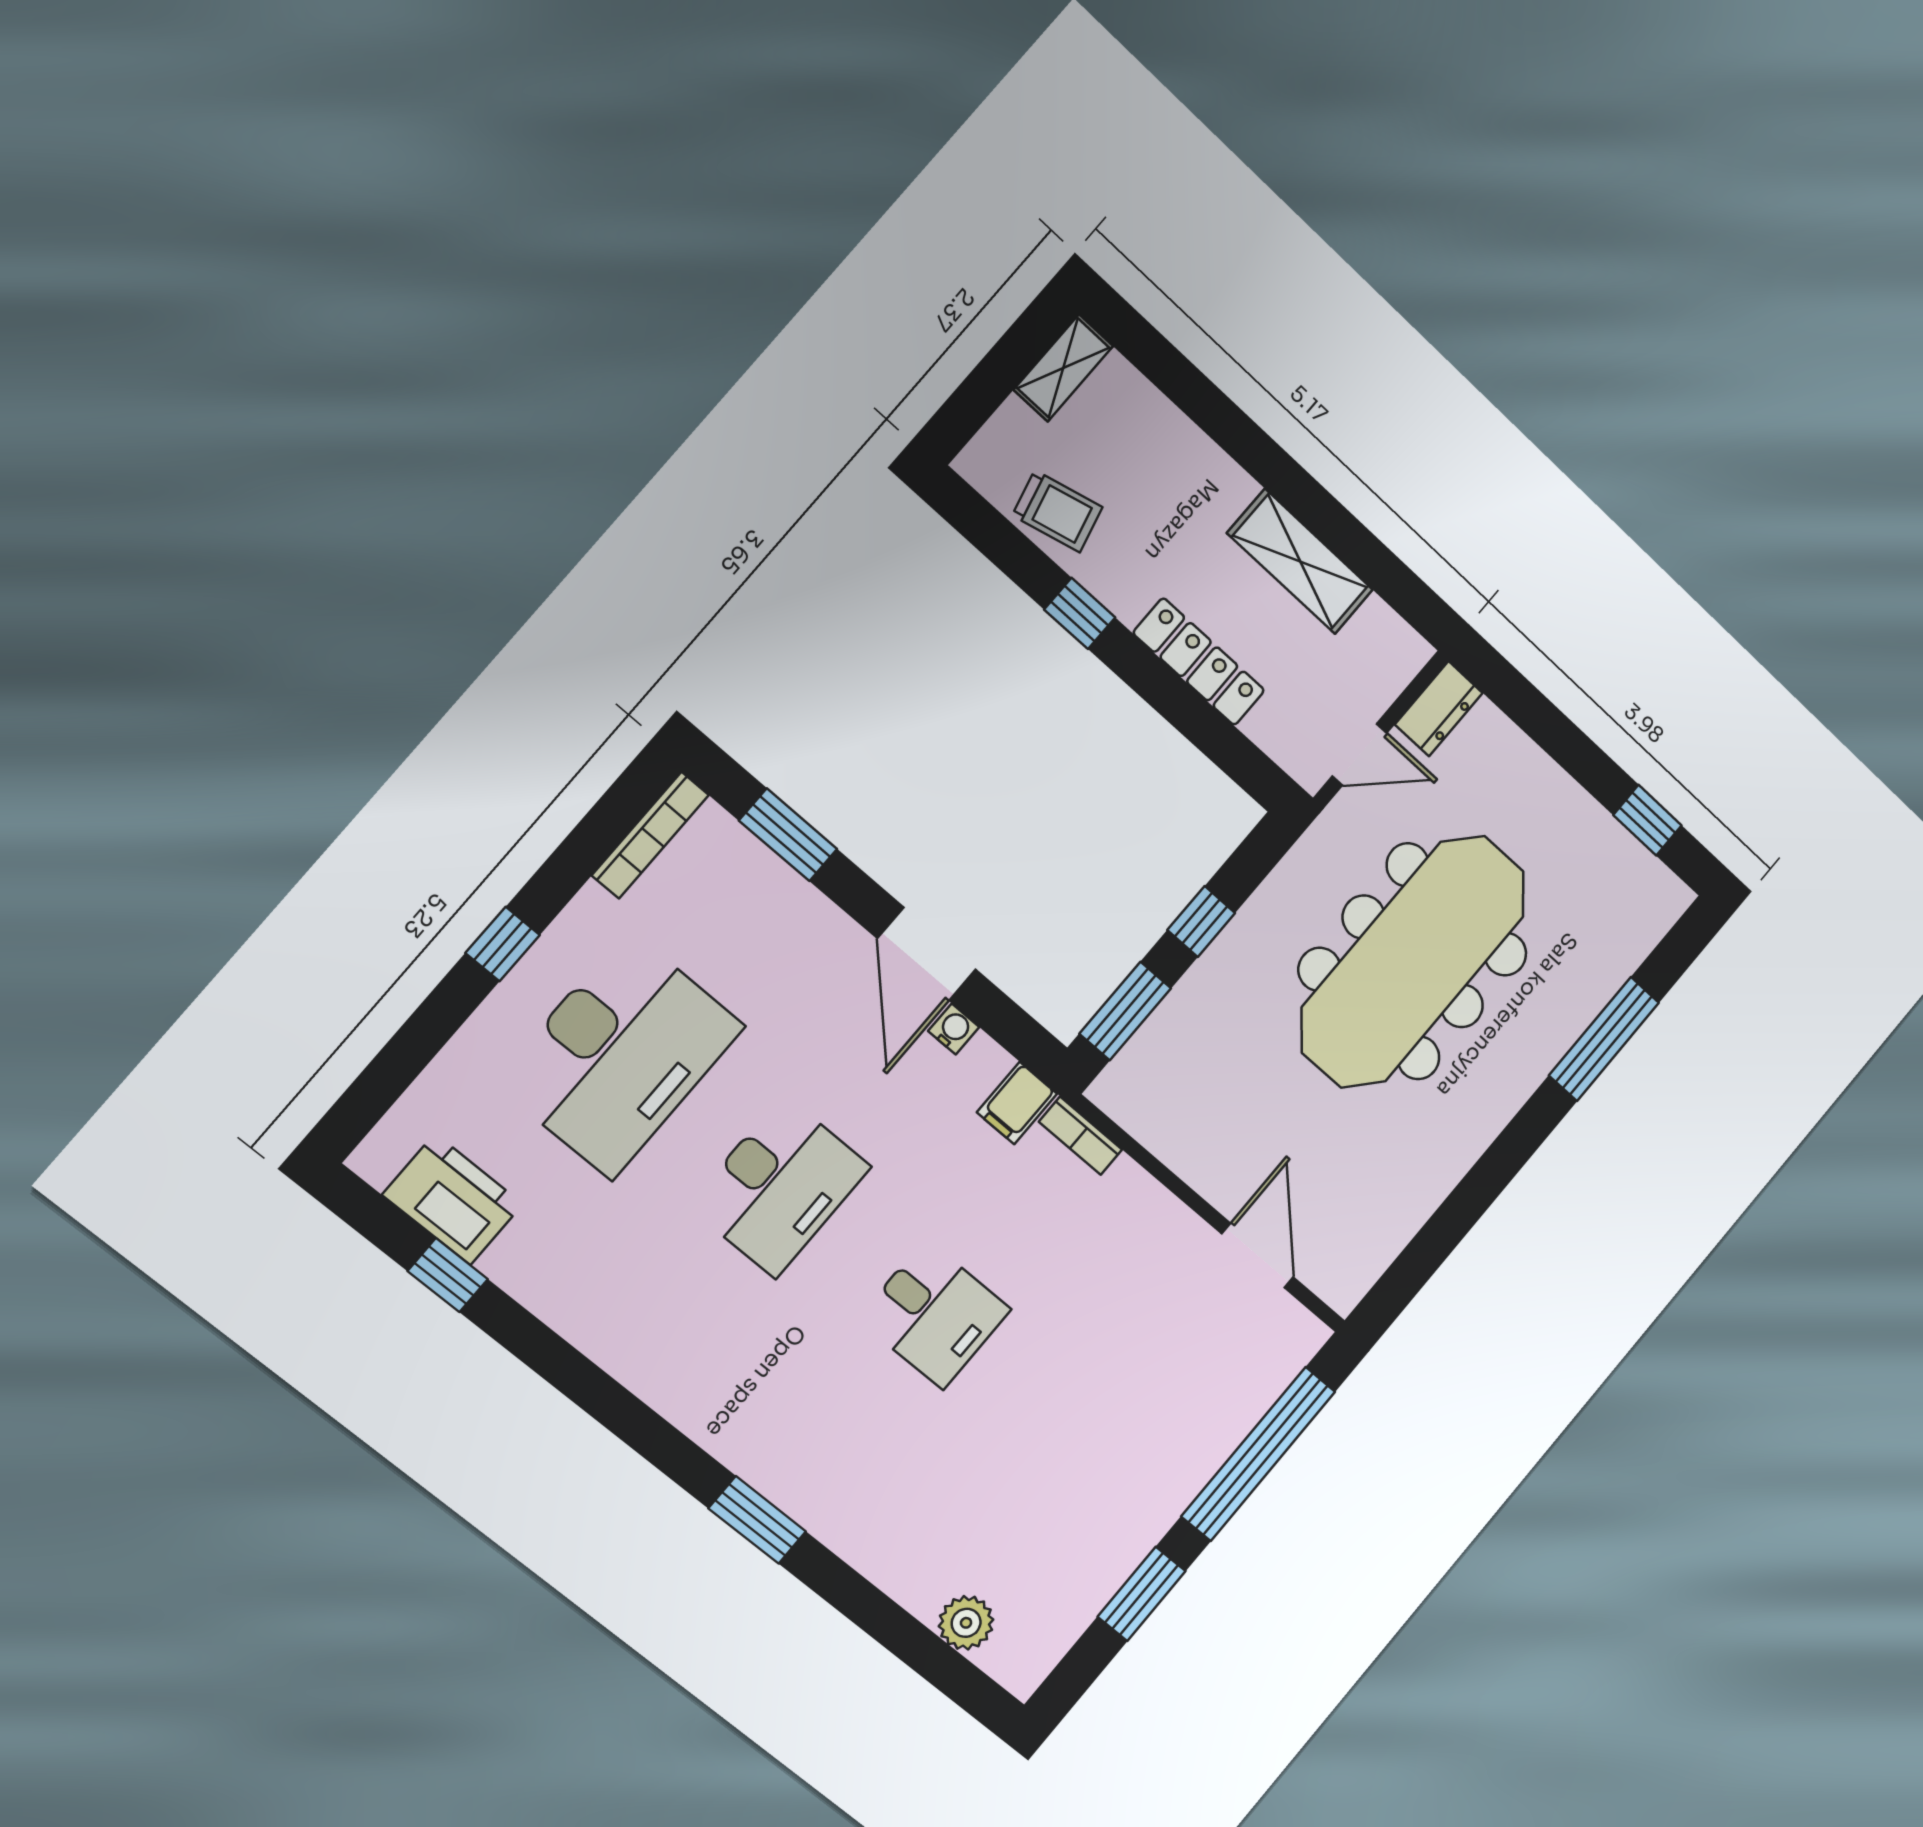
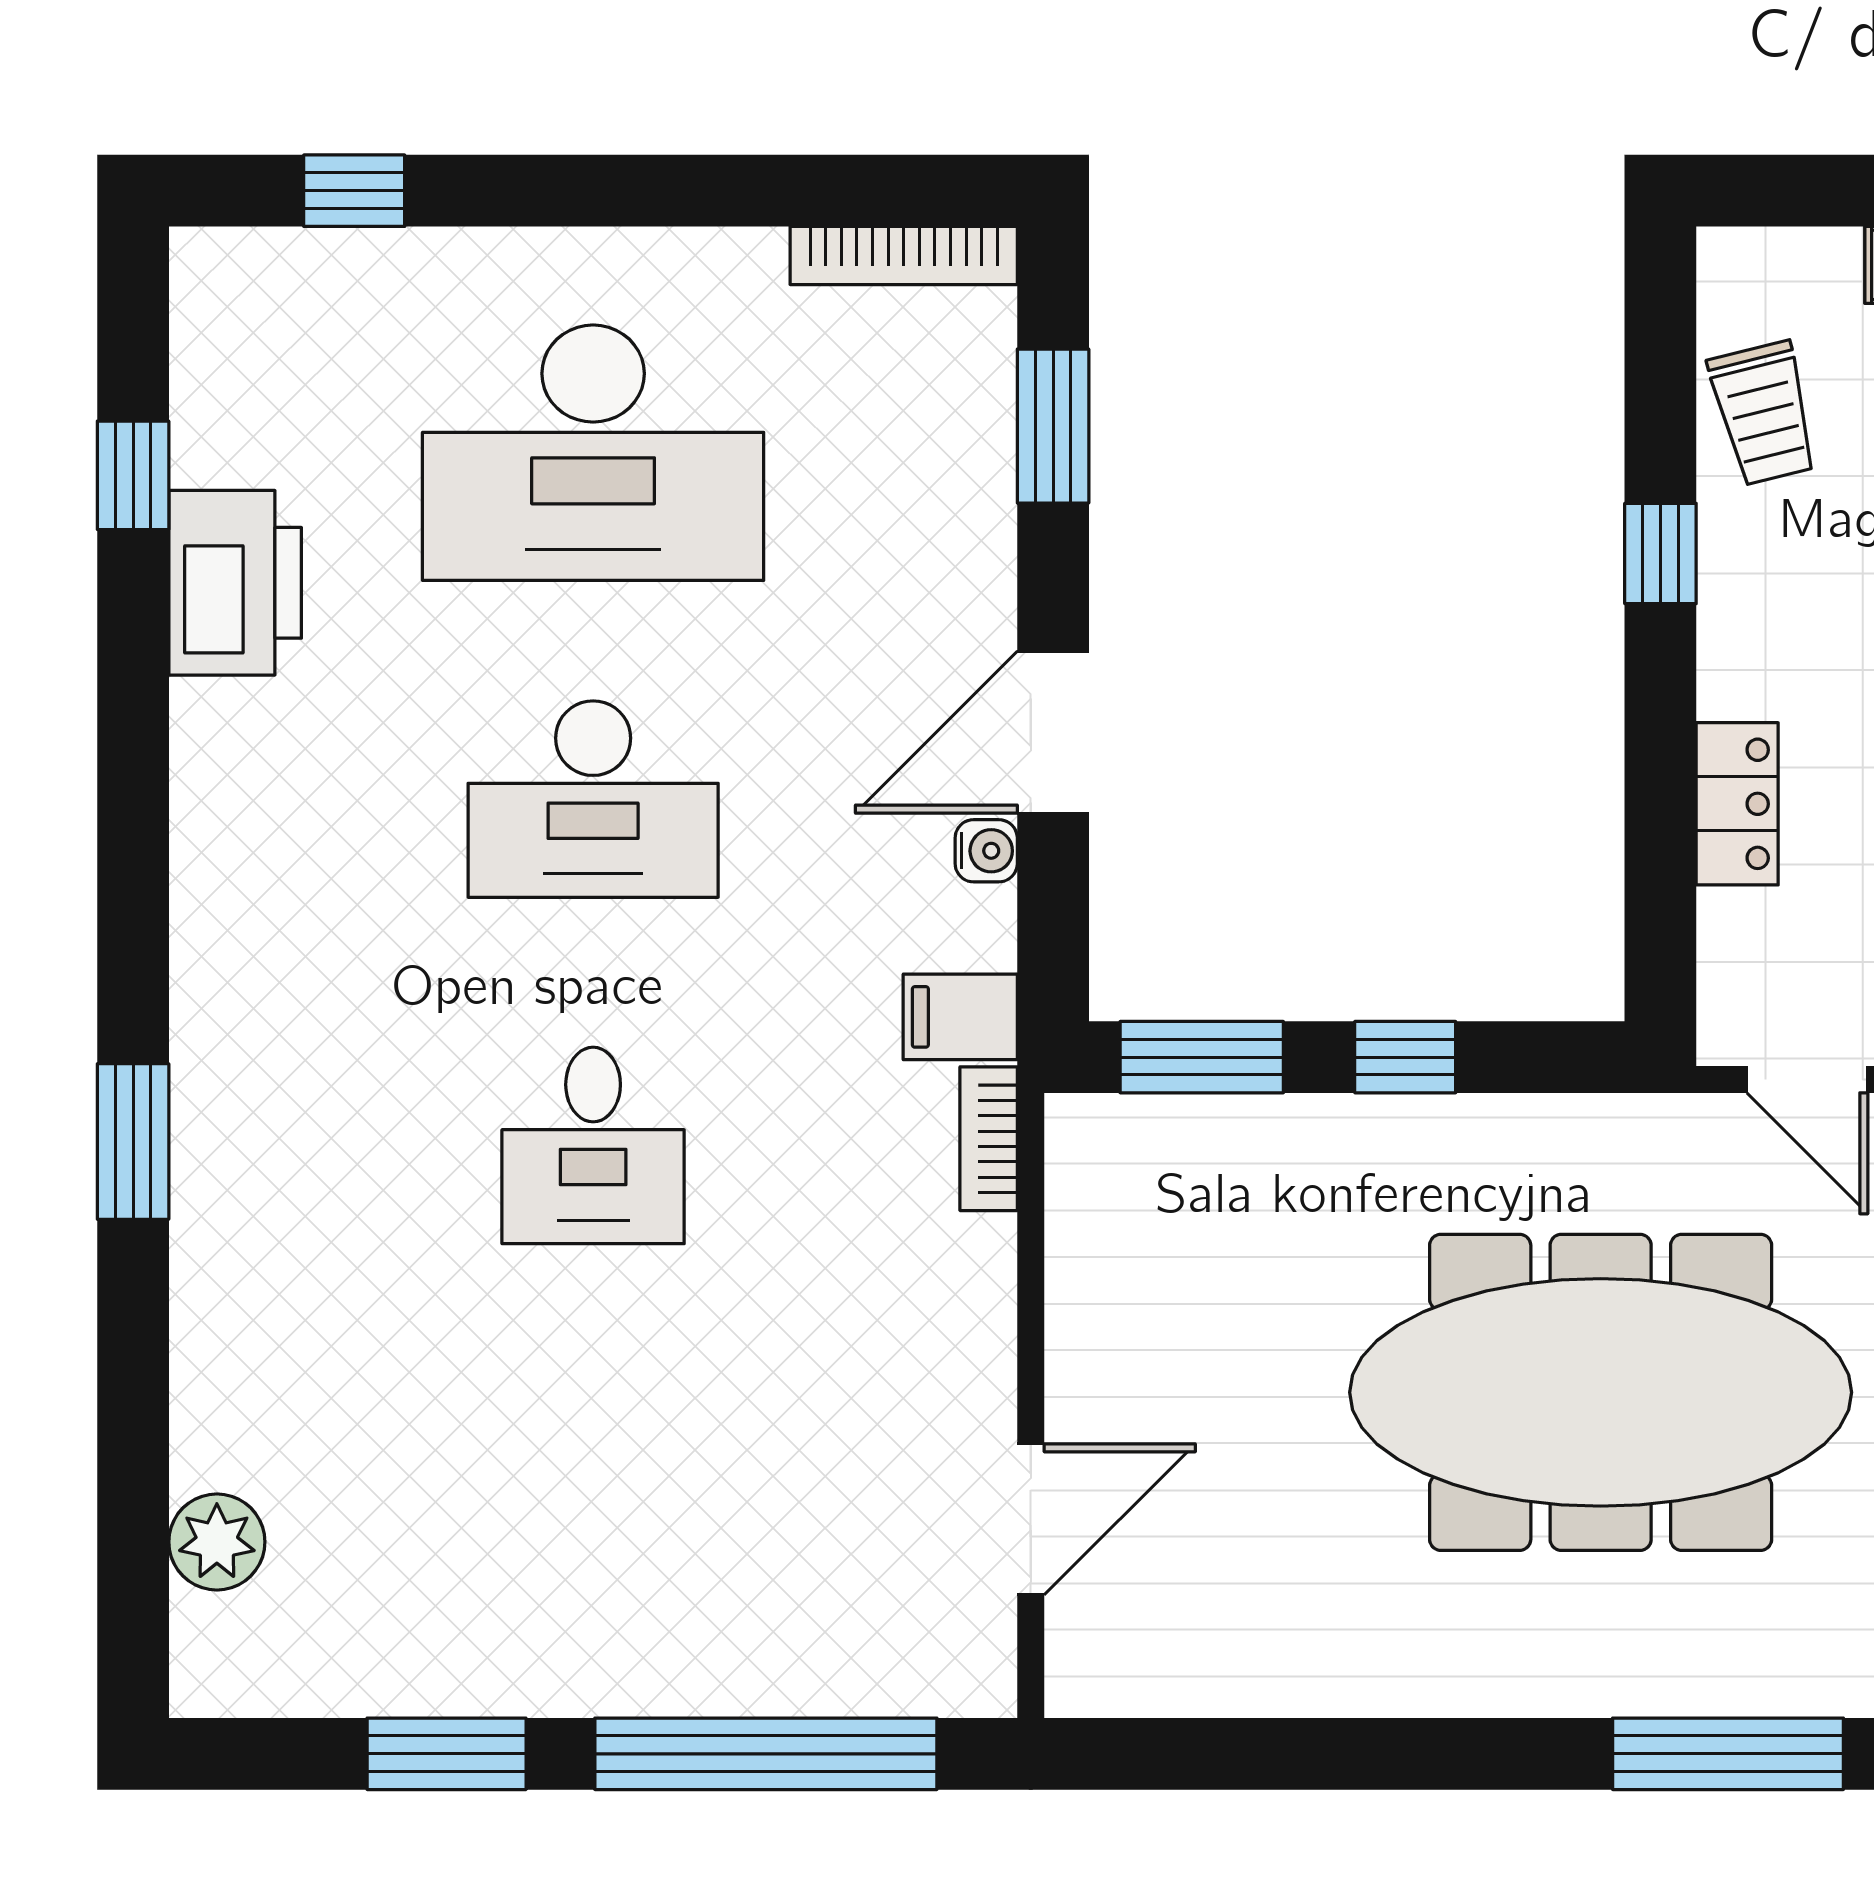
locker: (1199, 662) -> (1737, 804), width x0.66
window: (503, 944) -> (354, 191), moved
printer: (453, 1199) -> (235, 583), moved

